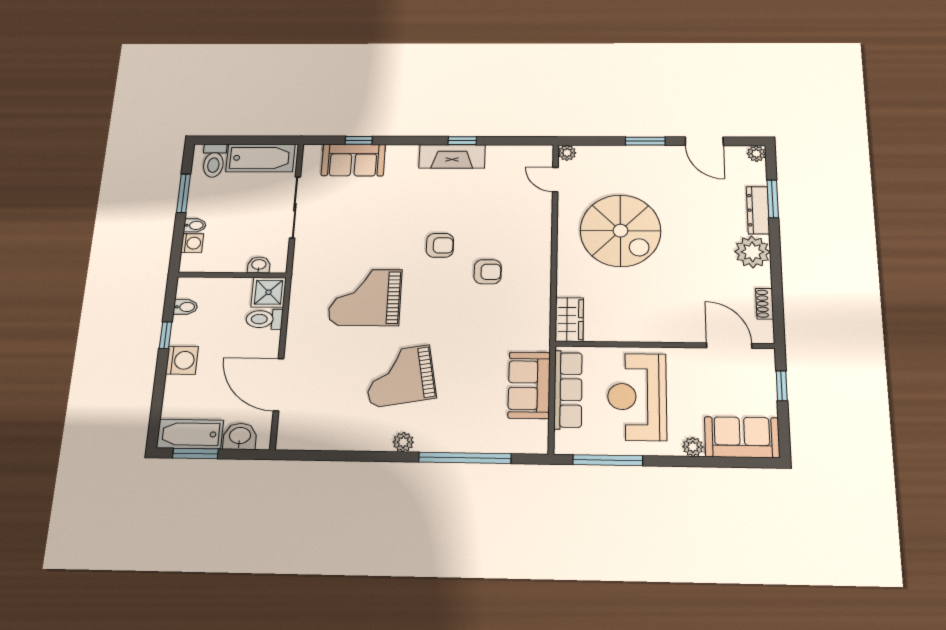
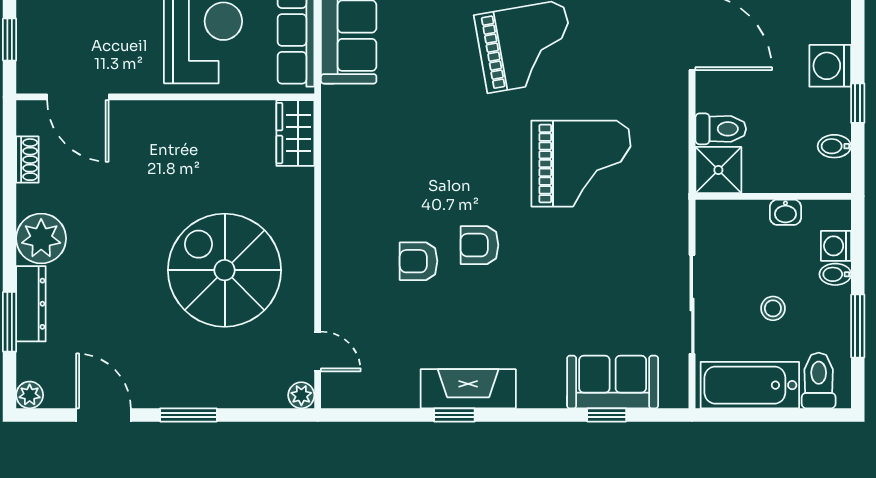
stool: (240, 204) -> (773, 308), added
washbasin: (259, 265) -> (785, 212), moved
armchair: (488, 272) -> (419, 261), moved

